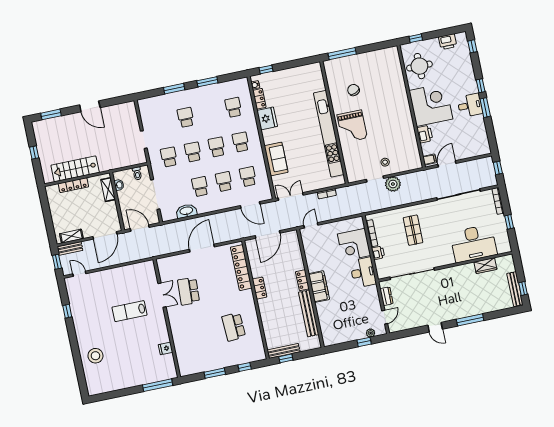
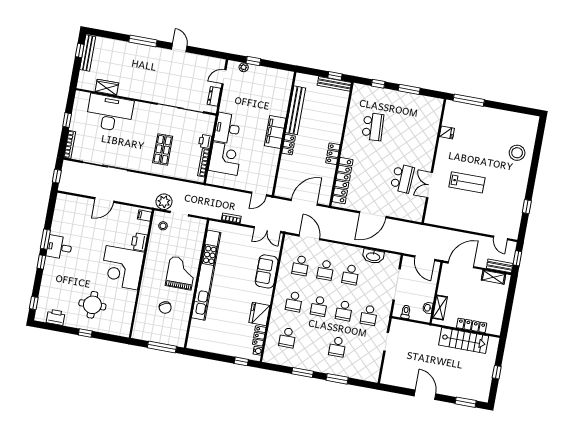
corner desk: (431, 105) -> (122, 268), moved
wall: (411, 106) -> (141, 274), moved
printer: (425, 134) -> (139, 242), moved
filing cabinet: (430, 160) -> (144, 216), moved

